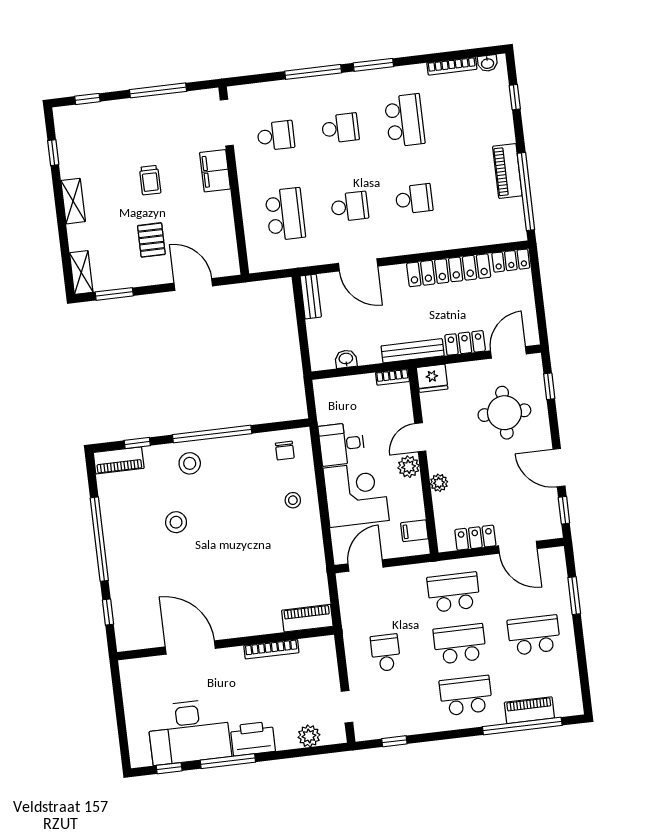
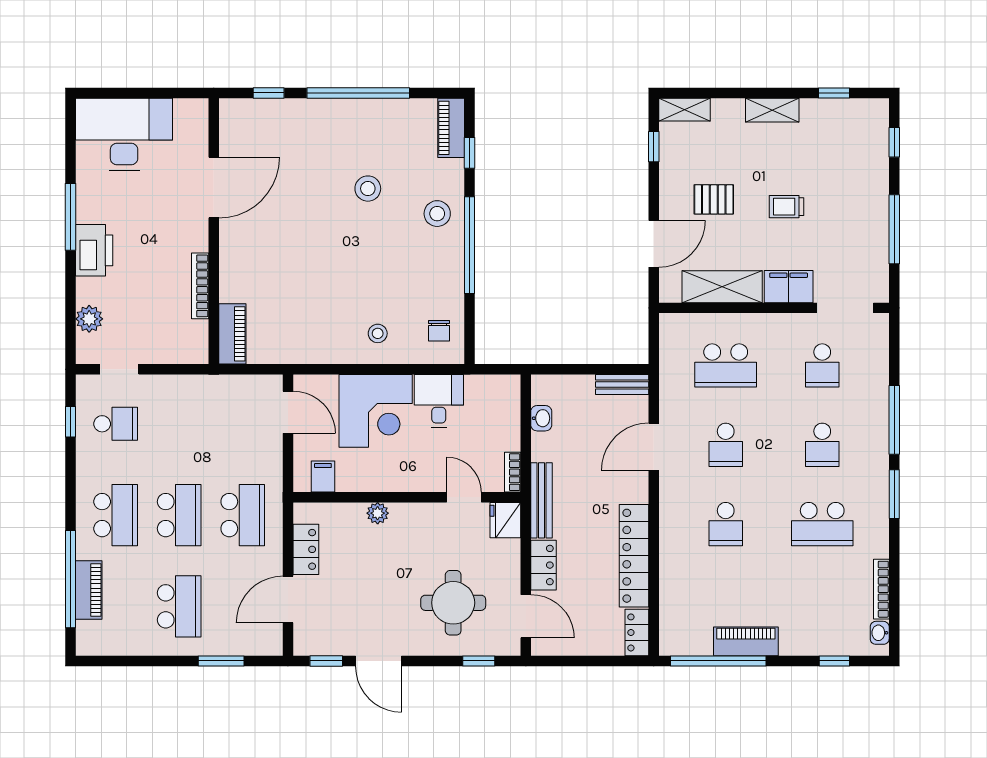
shelving: (222, 225) -> (722, 287), added
window: (114, 294) -> (654, 147), width x0.67
door: (420, 437) -> (464, 497), moved
chair: (285, 451) -> (439, 331), turned -90
plant: (409, 467) -> (402, 479), removed
door: (559, 468) -> (379, 661), swing flipped
school desk: (386, 653) -> (116, 424), moved
desk: (189, 732) -> (124, 134), moved, turned 90
window: (169, 768) -> (70, 144), removed

